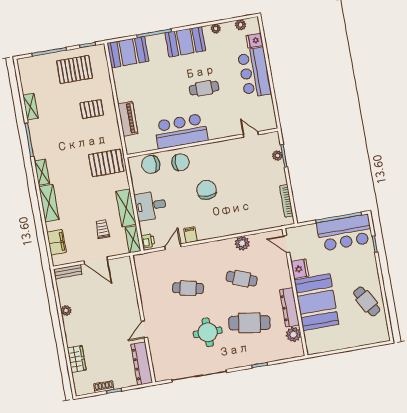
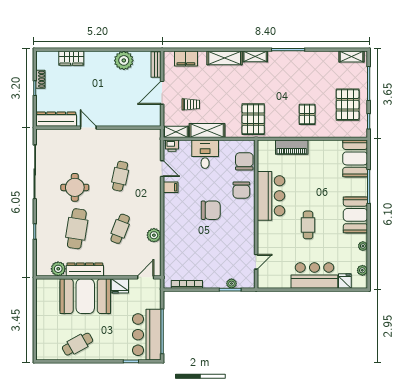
shelving: (31, 107) -> (351, 56), moved
plant: (66, 311) -> (124, 60), width x1.87, depth x1.87

